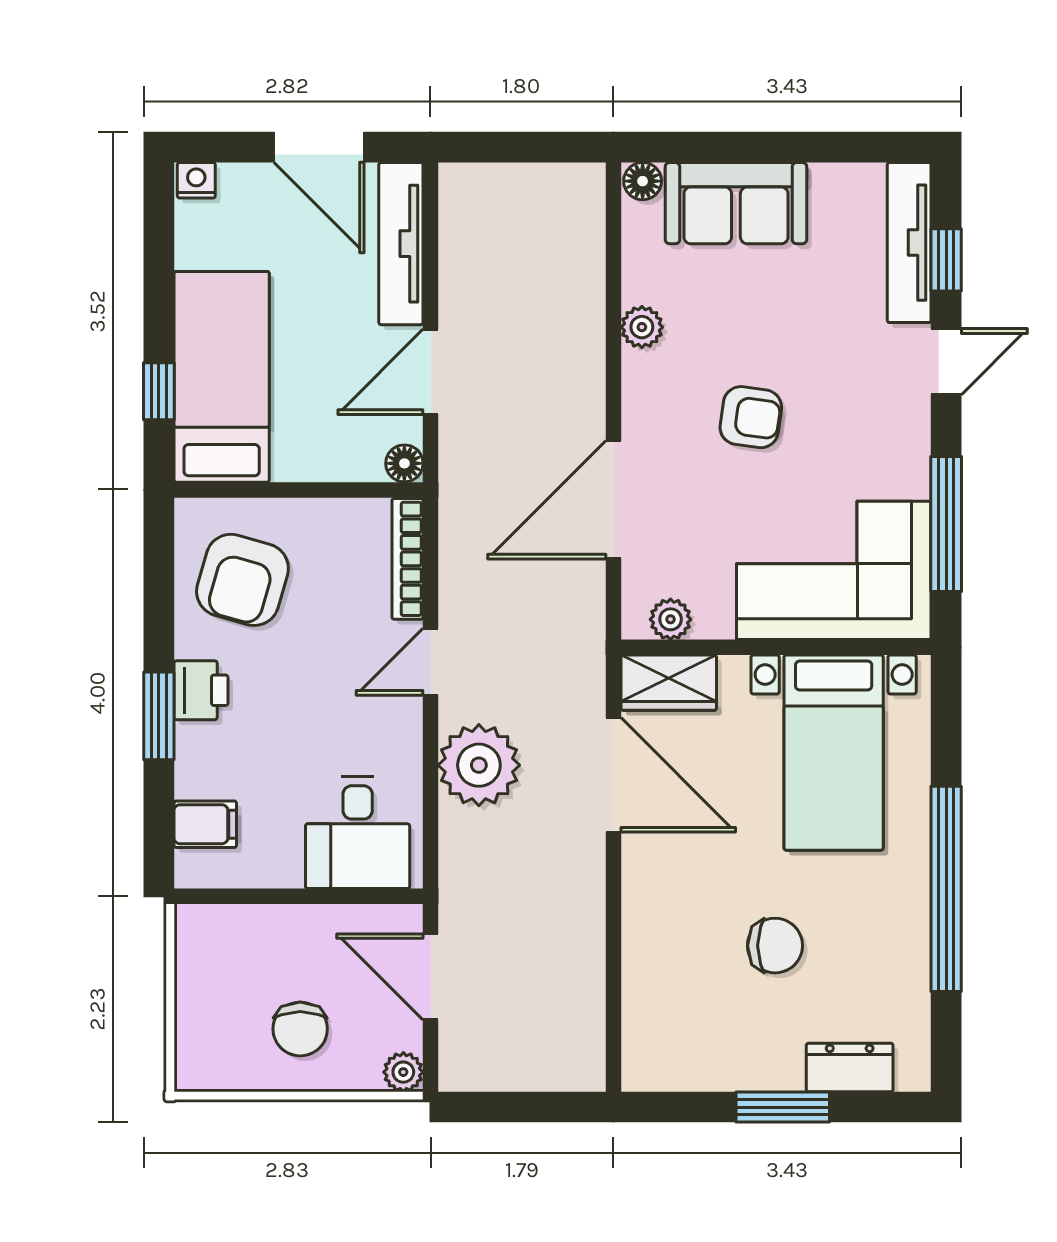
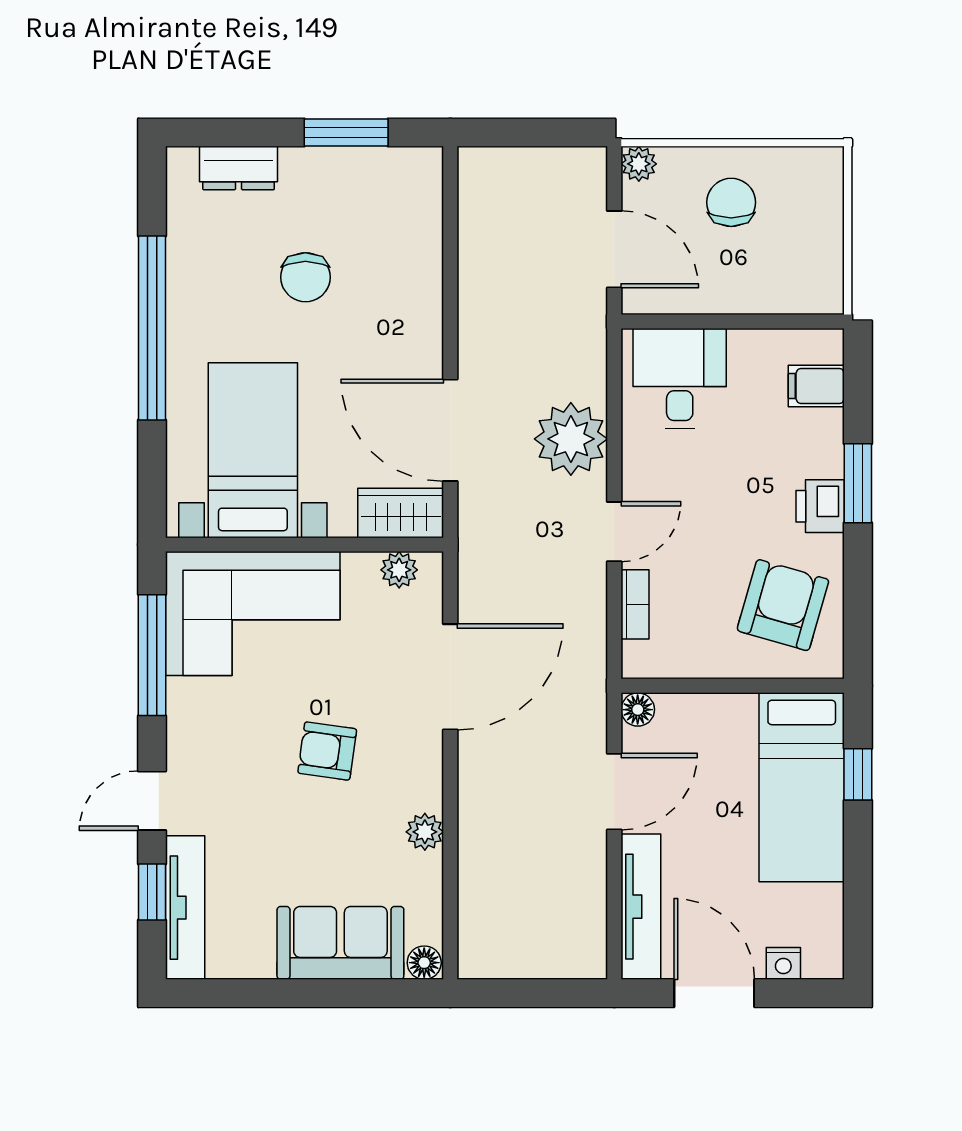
nightstand: (196, 180) -> (783, 963), moved
bookcase: (407, 559) -> (635, 604), width x0.64
chair: (775, 946) -> (305, 277), turned -90
window: (783, 1107) -> (346, 132), moved

